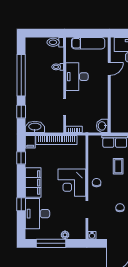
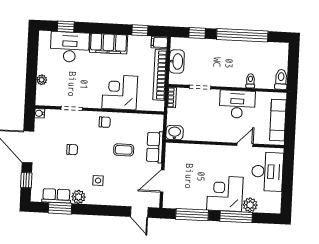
door: (109, 69) -> (245, 145), swing flipped
washbasin: (35, 127) -> (177, 61), moved
corner desk: (72, 183) -> (120, 92), moved
window: (21, 204) -> (66, 27), moved
window: (51, 243) -> (32, 62), removed

